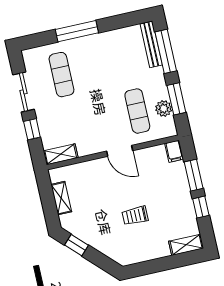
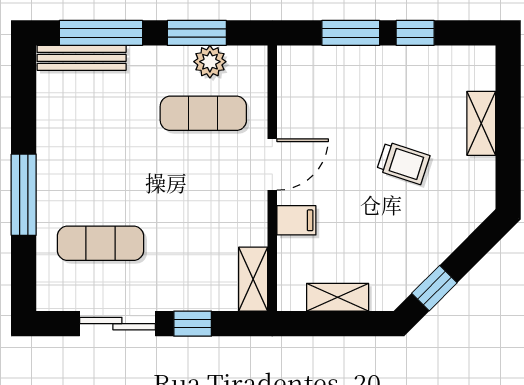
filing cabinet: (174, 151) -> (296, 220), moved
trolley: (135, 216) -> (403, 163), turned -72
shelving: (186, 245) -> (481, 123), moved

